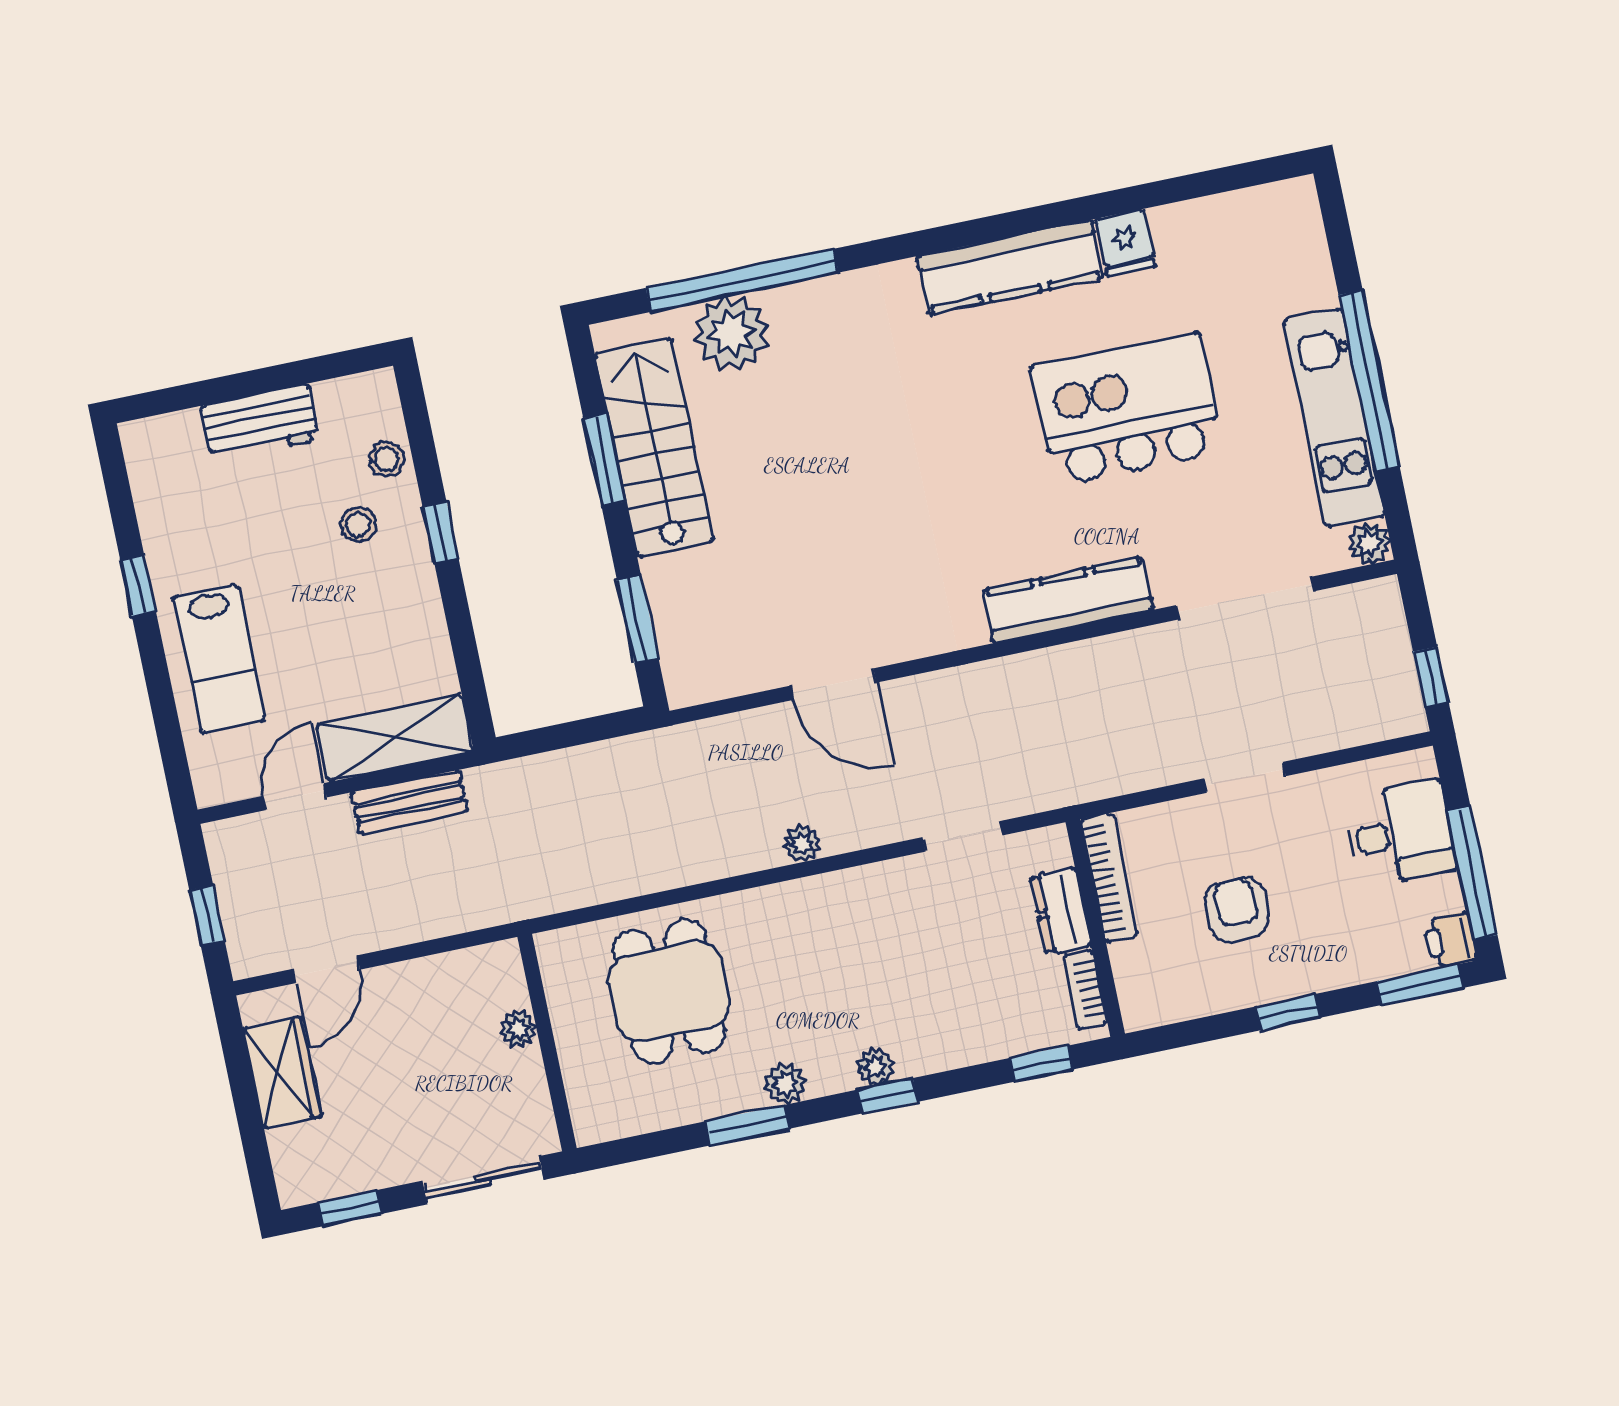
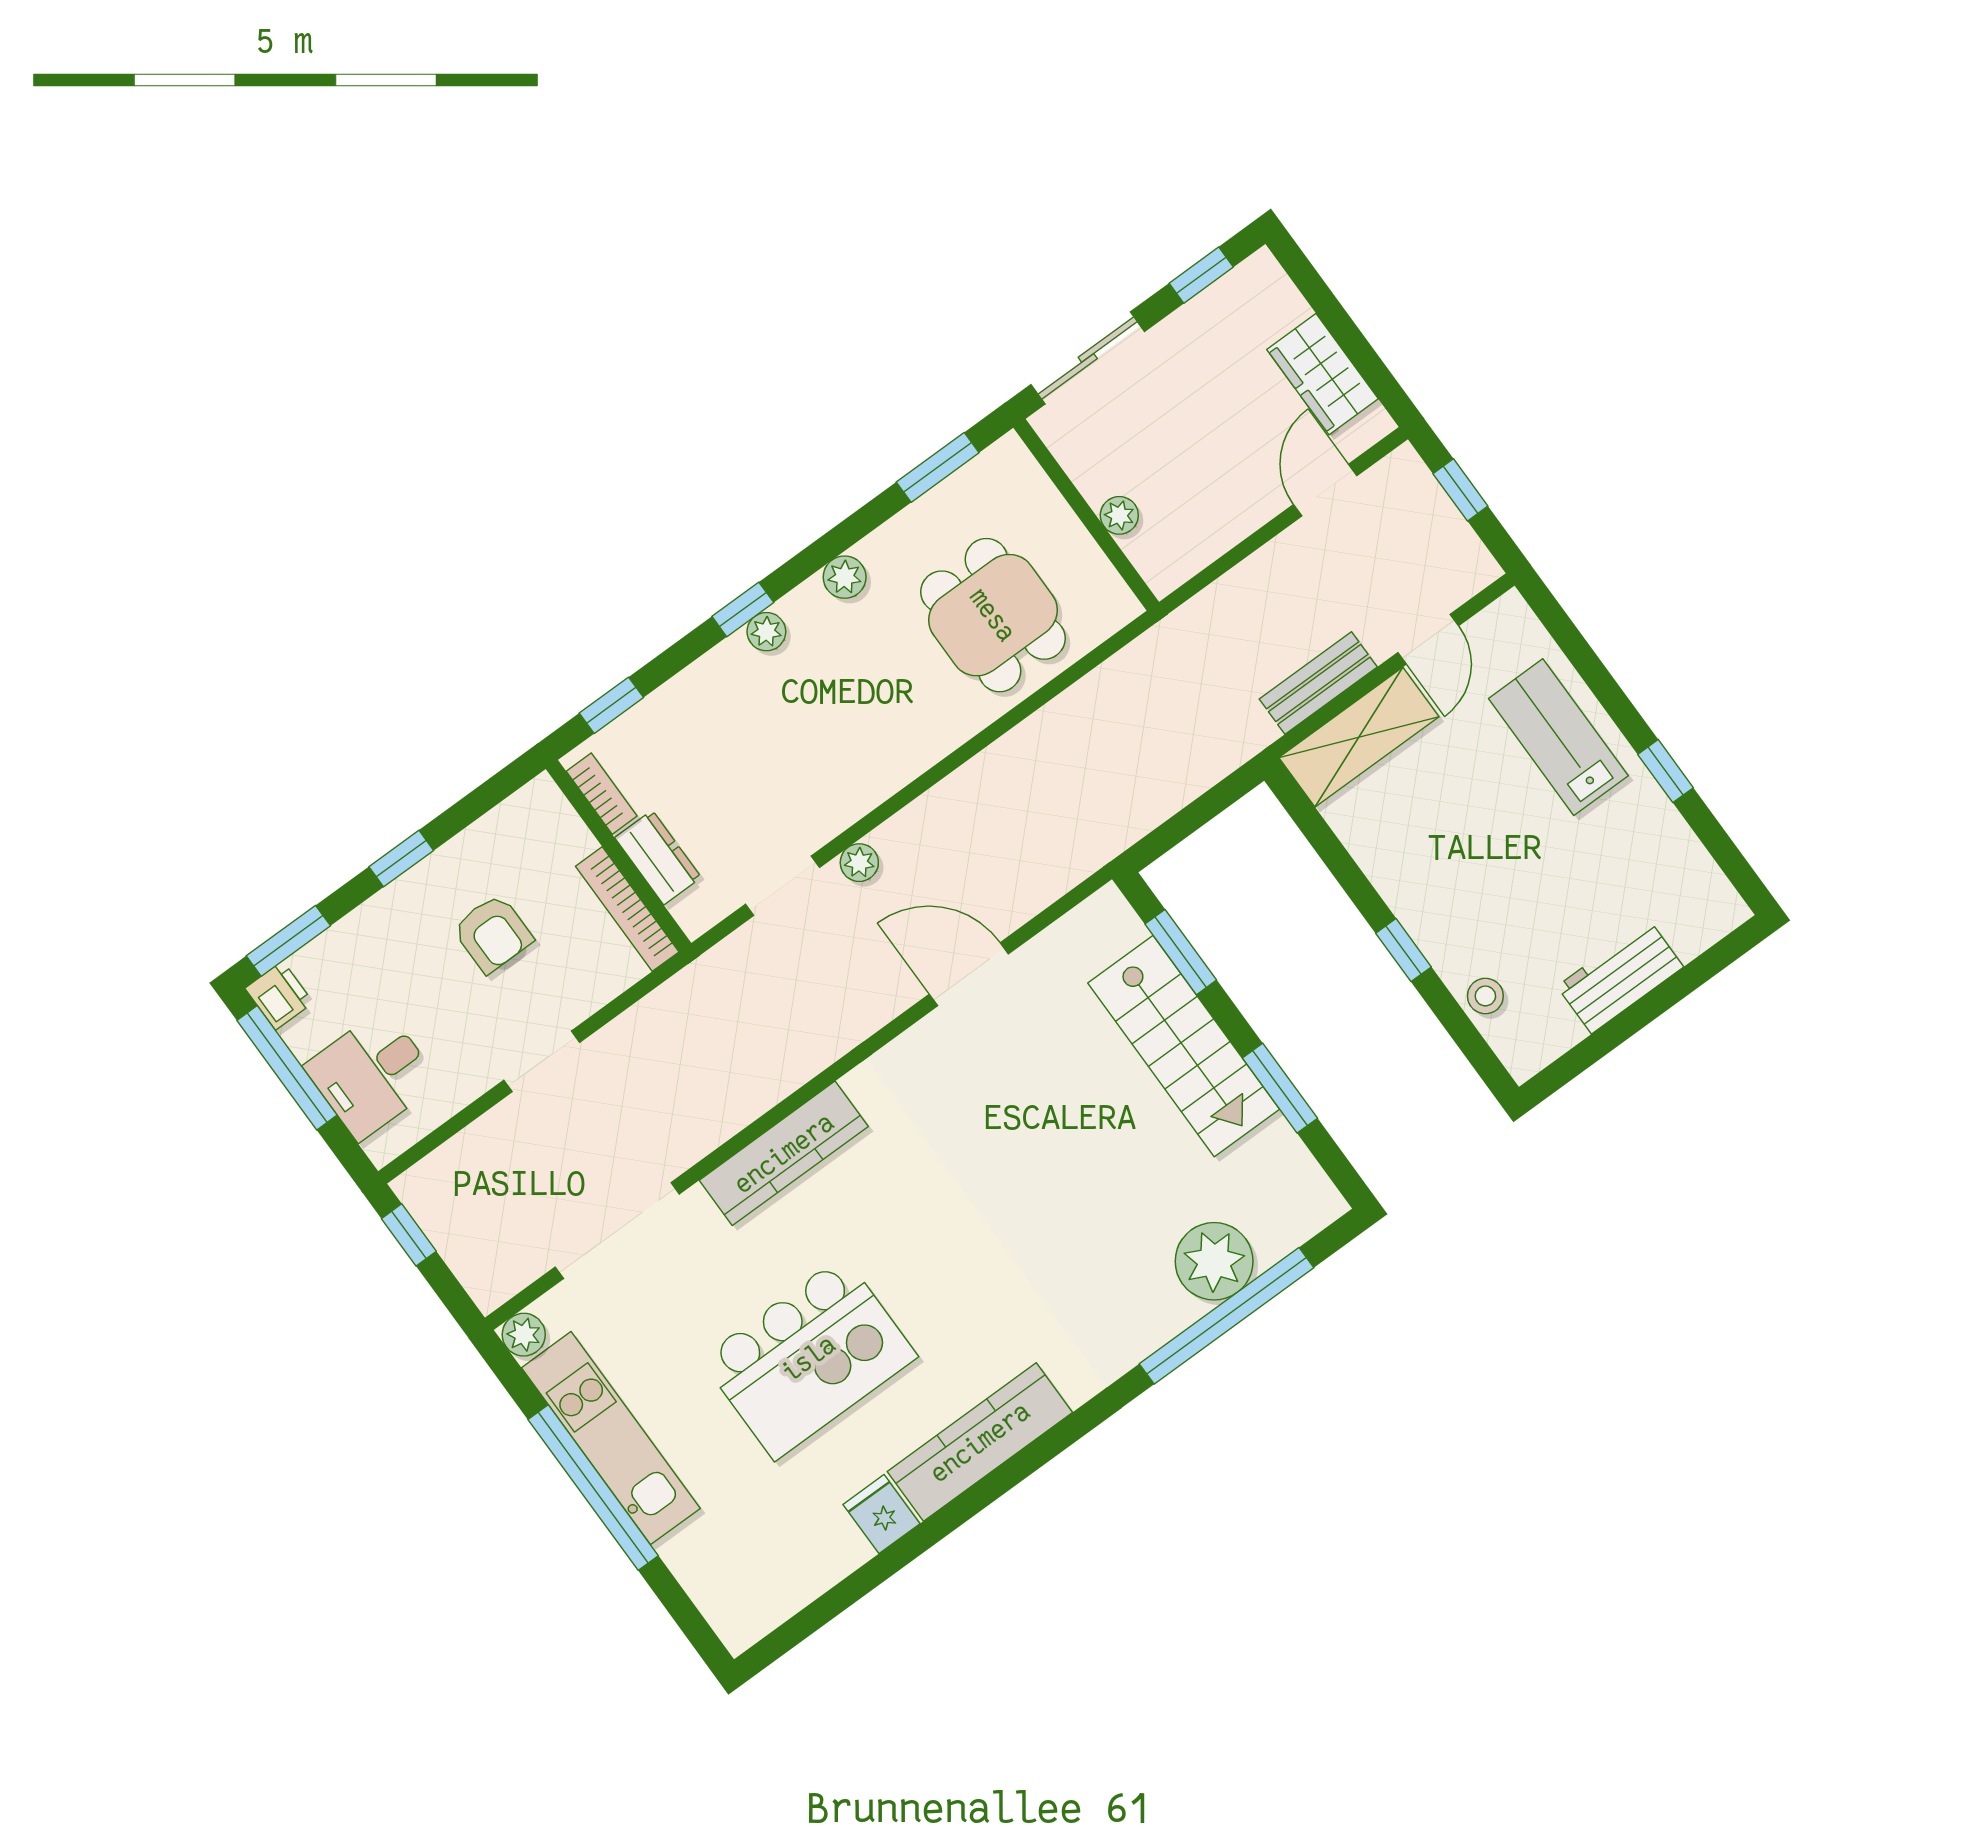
stairs: (654, 447) -> (1184, 1046), moved
stool: (358, 524) -> (1484, 922), removed
plant: (802, 844) -> (859, 863), moved
window: (748, 1125) -> (938, 467), moved

